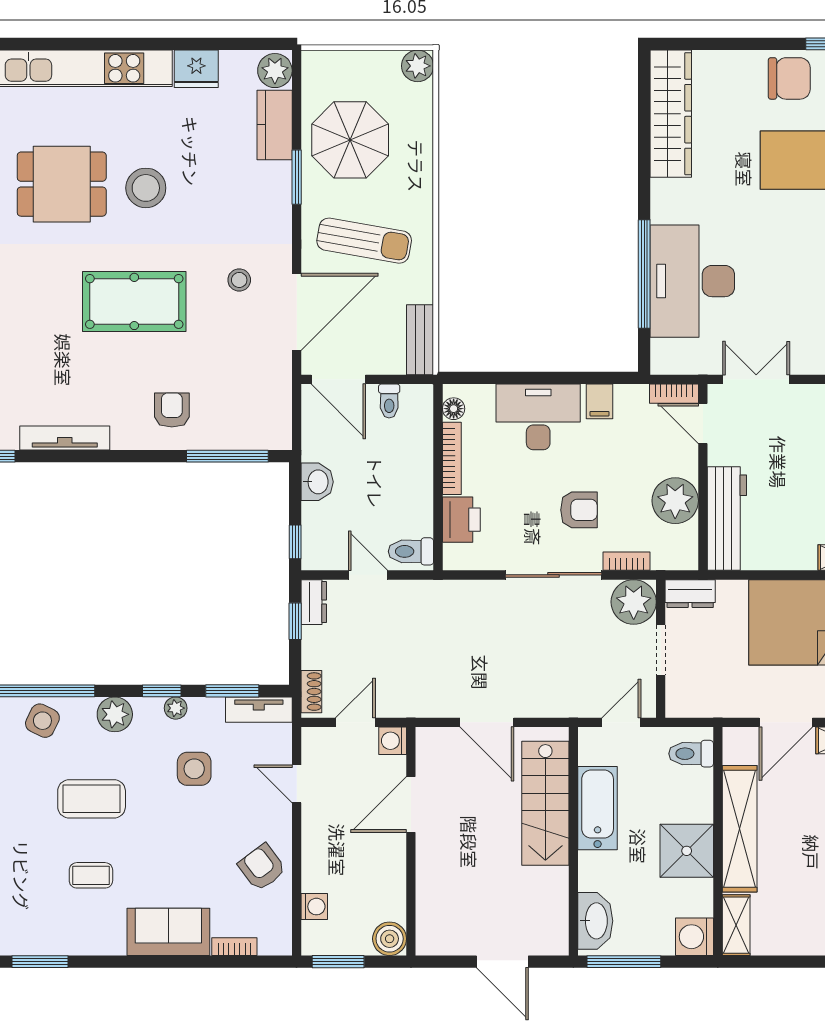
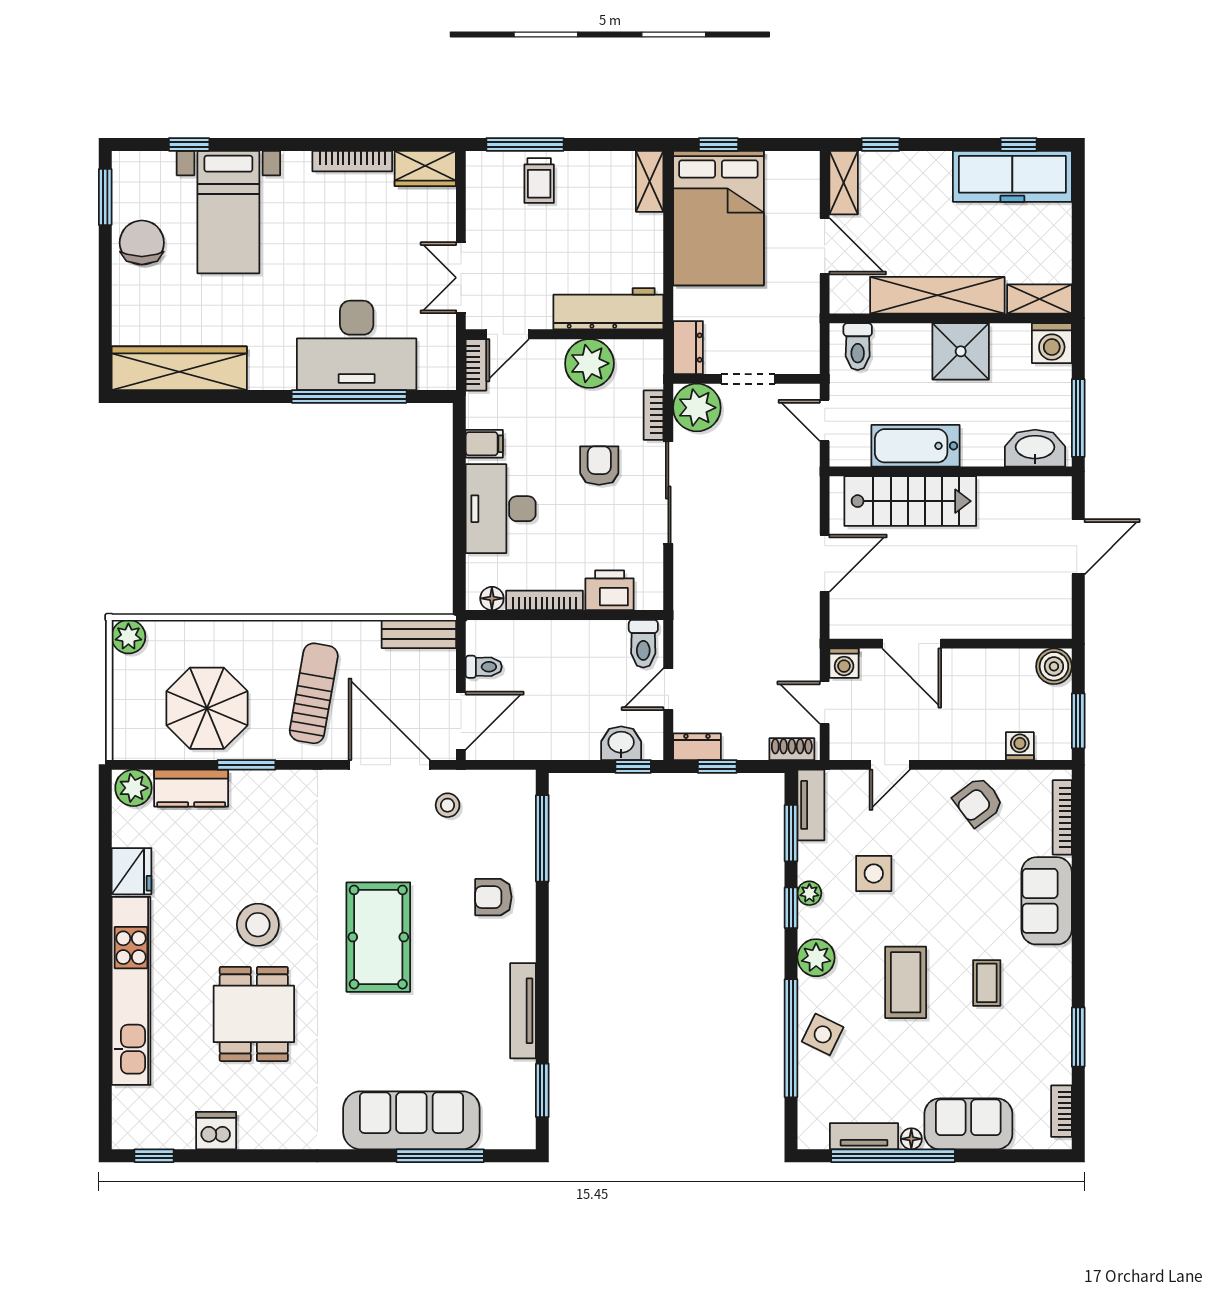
stool: (239, 280) -> (448, 805), moved
washbasin: (317, 482) -> (621, 743), moved
bookcase: (234, 947) -> (1062, 817), width x1.56

